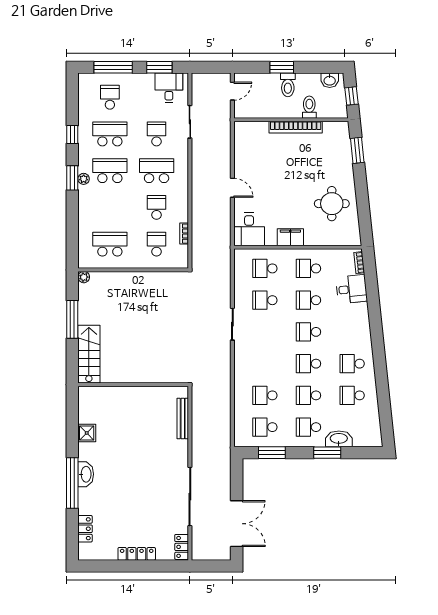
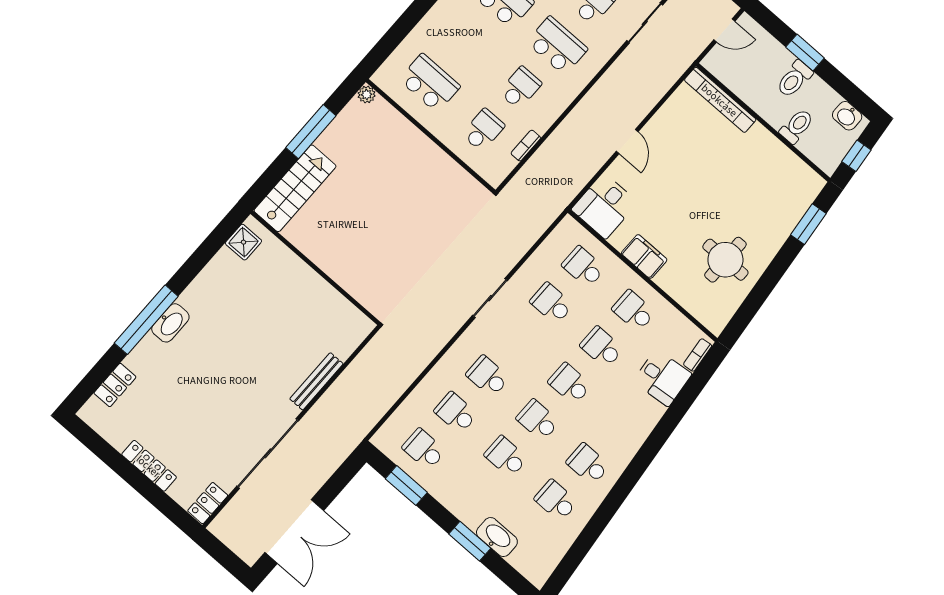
bookcase: (296, 127) -> (720, 100), moved
bench: (183, 418) -> (316, 381), moved
school desk: (309, 427) -> (488, 376), moved
shower: (87, 433) -> (243, 242), moved

